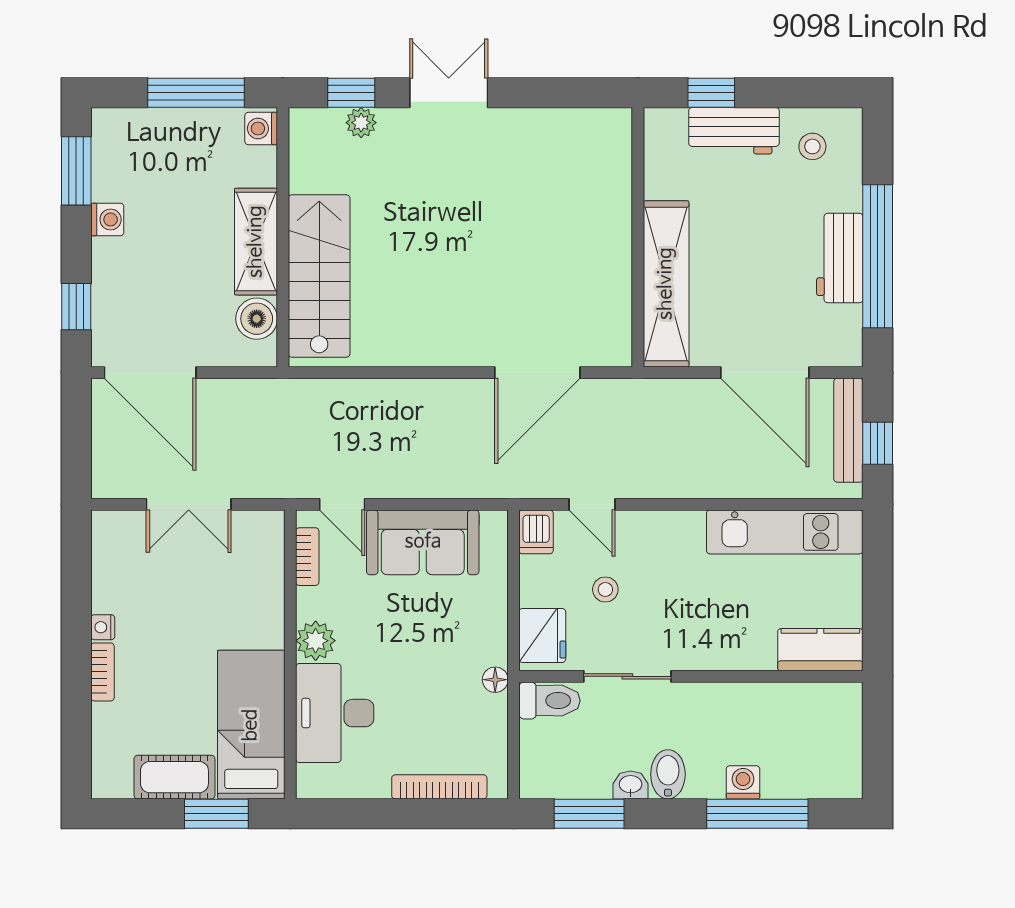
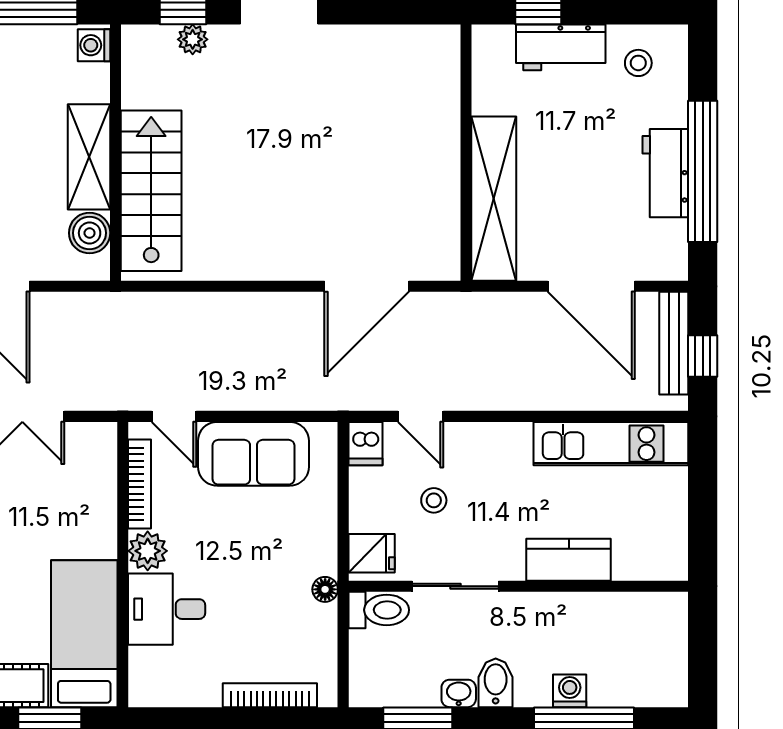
bookcase: (307, 557) -> (140, 484), width x1.56
fridge: (542, 635) -> (372, 553), width x0.72
kitchen counter: (820, 650) -> (569, 560), moved
desk: (335, 713) -> (167, 609), width x0.73

